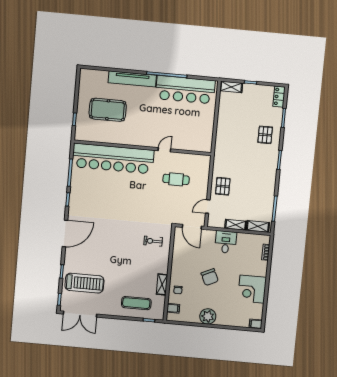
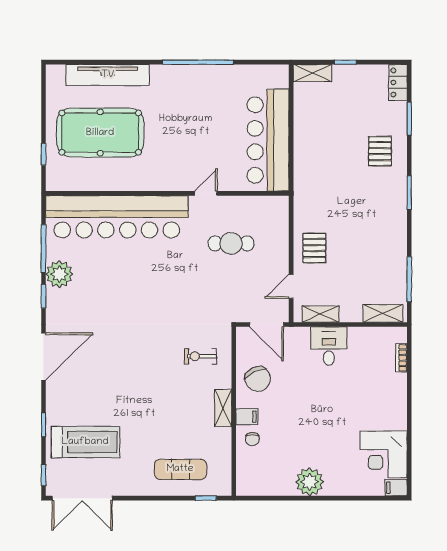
tv unit: (132, 79) -> (108, 75), moved
bar counter: (185, 90) -> (268, 140), moved, turned 90
pool table: (108, 110) -> (100, 133), width x1.36, depth x1.32
plant: (78, 188) -> (59, 274), added
shelving: (236, 225) -> (321, 314), moved
chair: (210, 277) -> (258, 379), moved
shelving: (162, 284) -> (223, 408), moved
corner desk: (252, 289) -> (384, 454), moved
filing cabinet: (173, 308) -> (247, 417), moved

